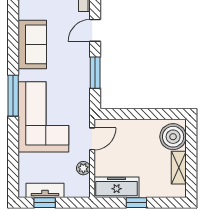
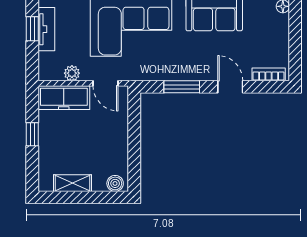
boiler: (173, 137) -> (115, 183), width x0.54, depth x0.54
freezer: (117, 187) -> (64, 98), moved, turned 90

